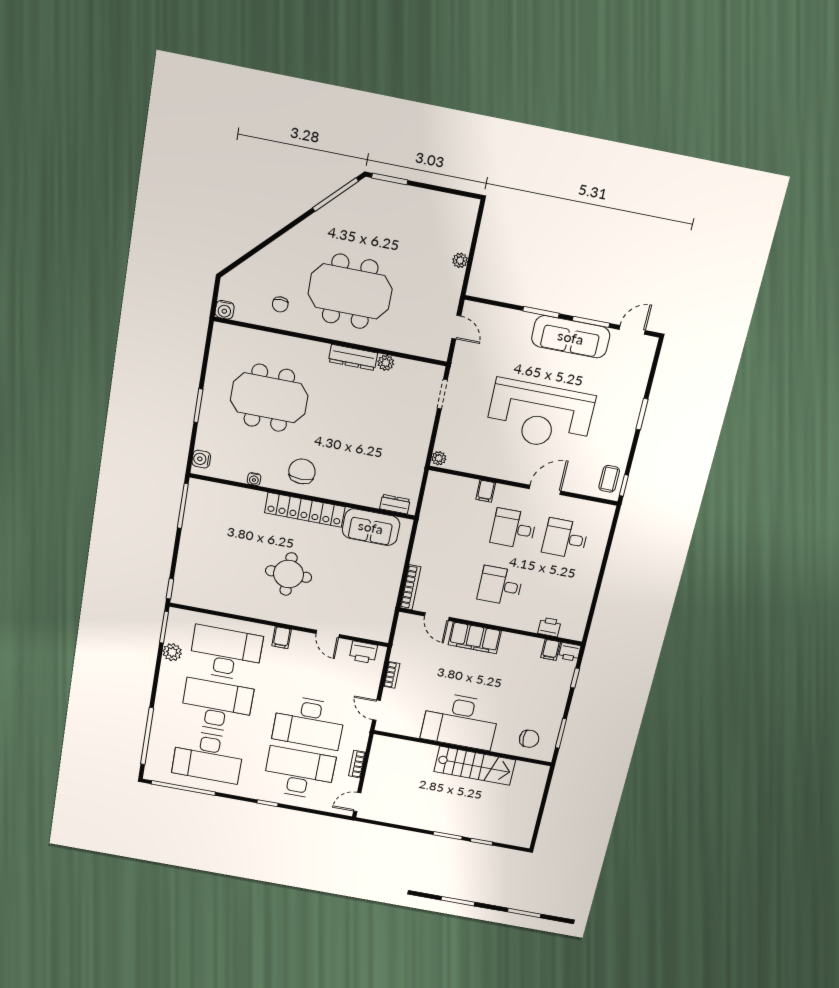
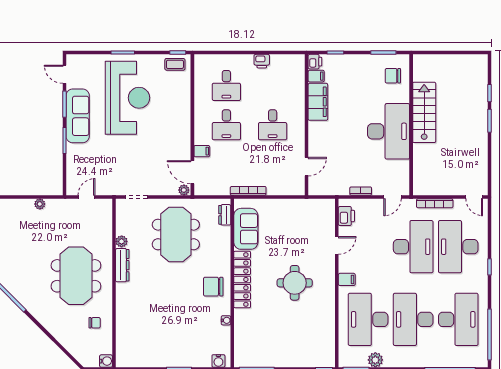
meeting table: (269, 398) -> (176, 234), moved
reception desk: (540, 415) -> (128, 98), moved
door: (545, 490) -> (192, 172), moved
bookcase: (410, 587) -> (248, 191), moved
printer: (549, 627) -> (262, 61), moved, turned -90
filing cabinet: (475, 638) -> (318, 102), moved
chair: (529, 739) -> (393, 76), turned -90
bookcase: (357, 764) -> (435, 203), width x1.56

